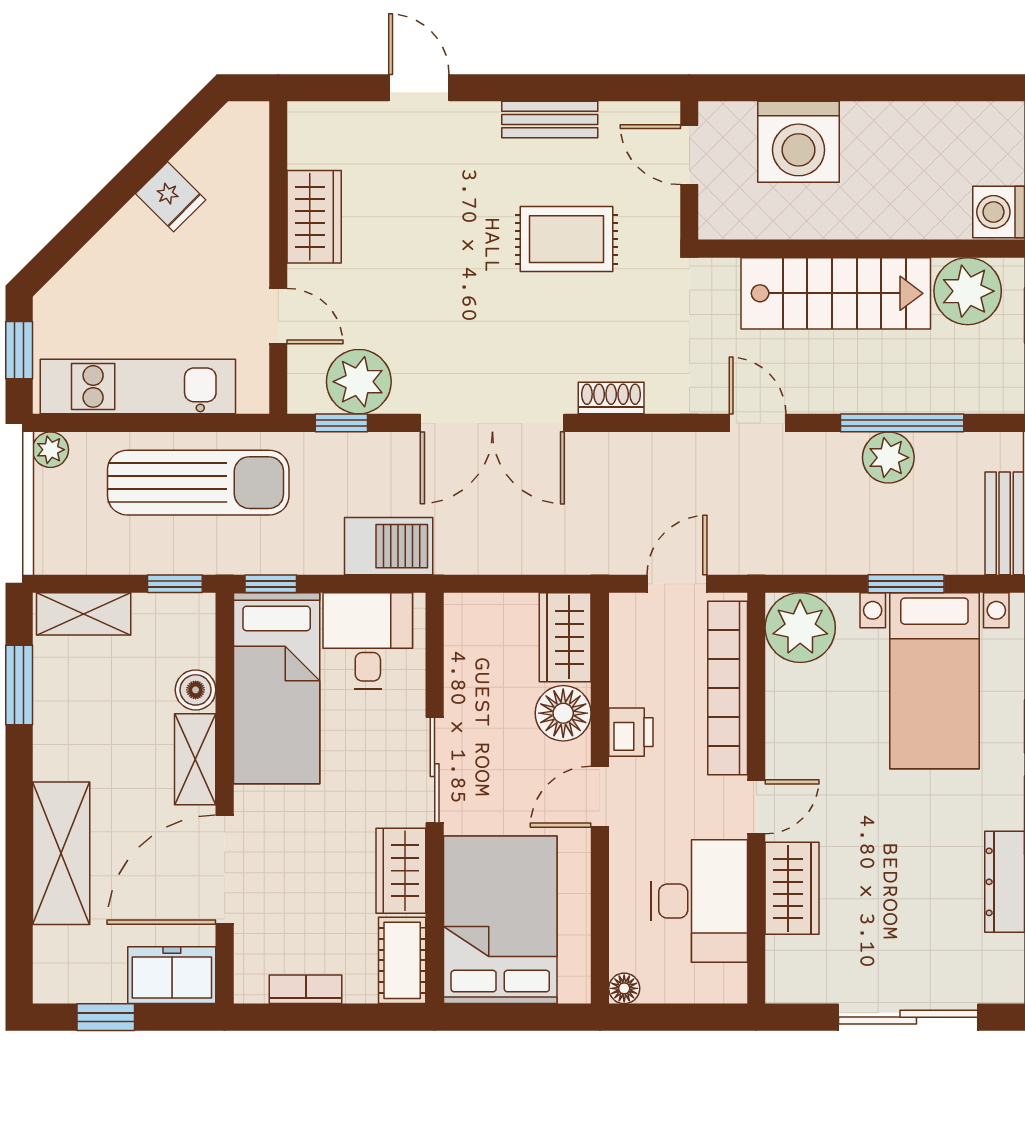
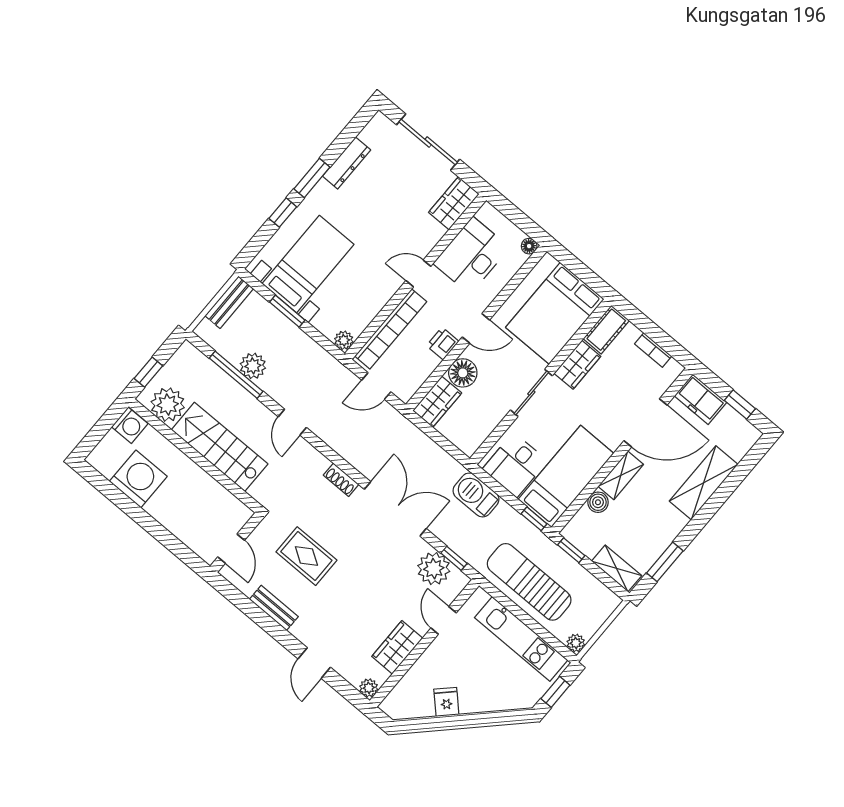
plant: (305, 119) -> (369, 688), added
washing machine: (799, 142) -> (138, 479), moved
plant: (800, 628) -> (344, 340), width x0.53, depth x0.53
wardrobe: (792, 888) -> (454, 203), moved

